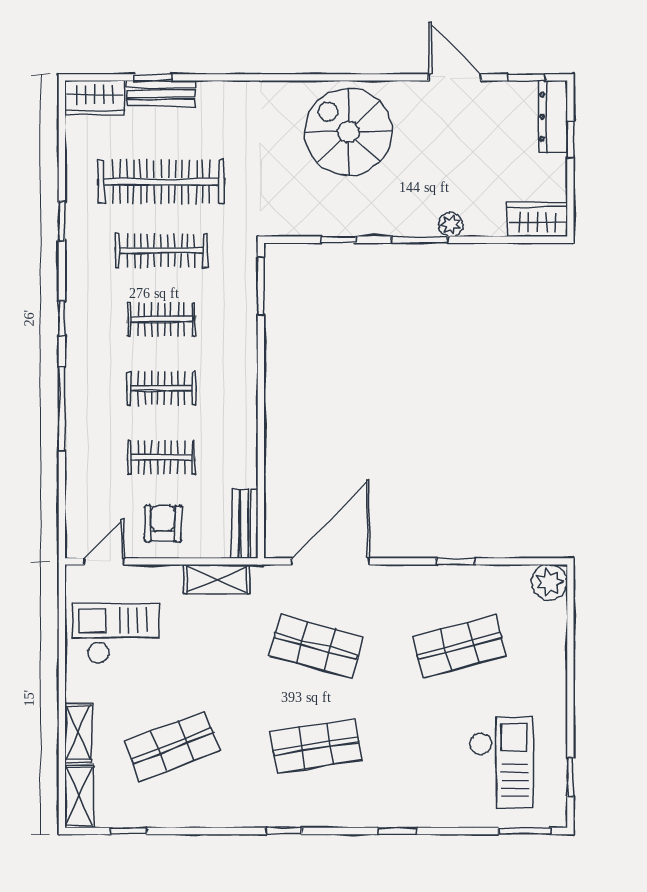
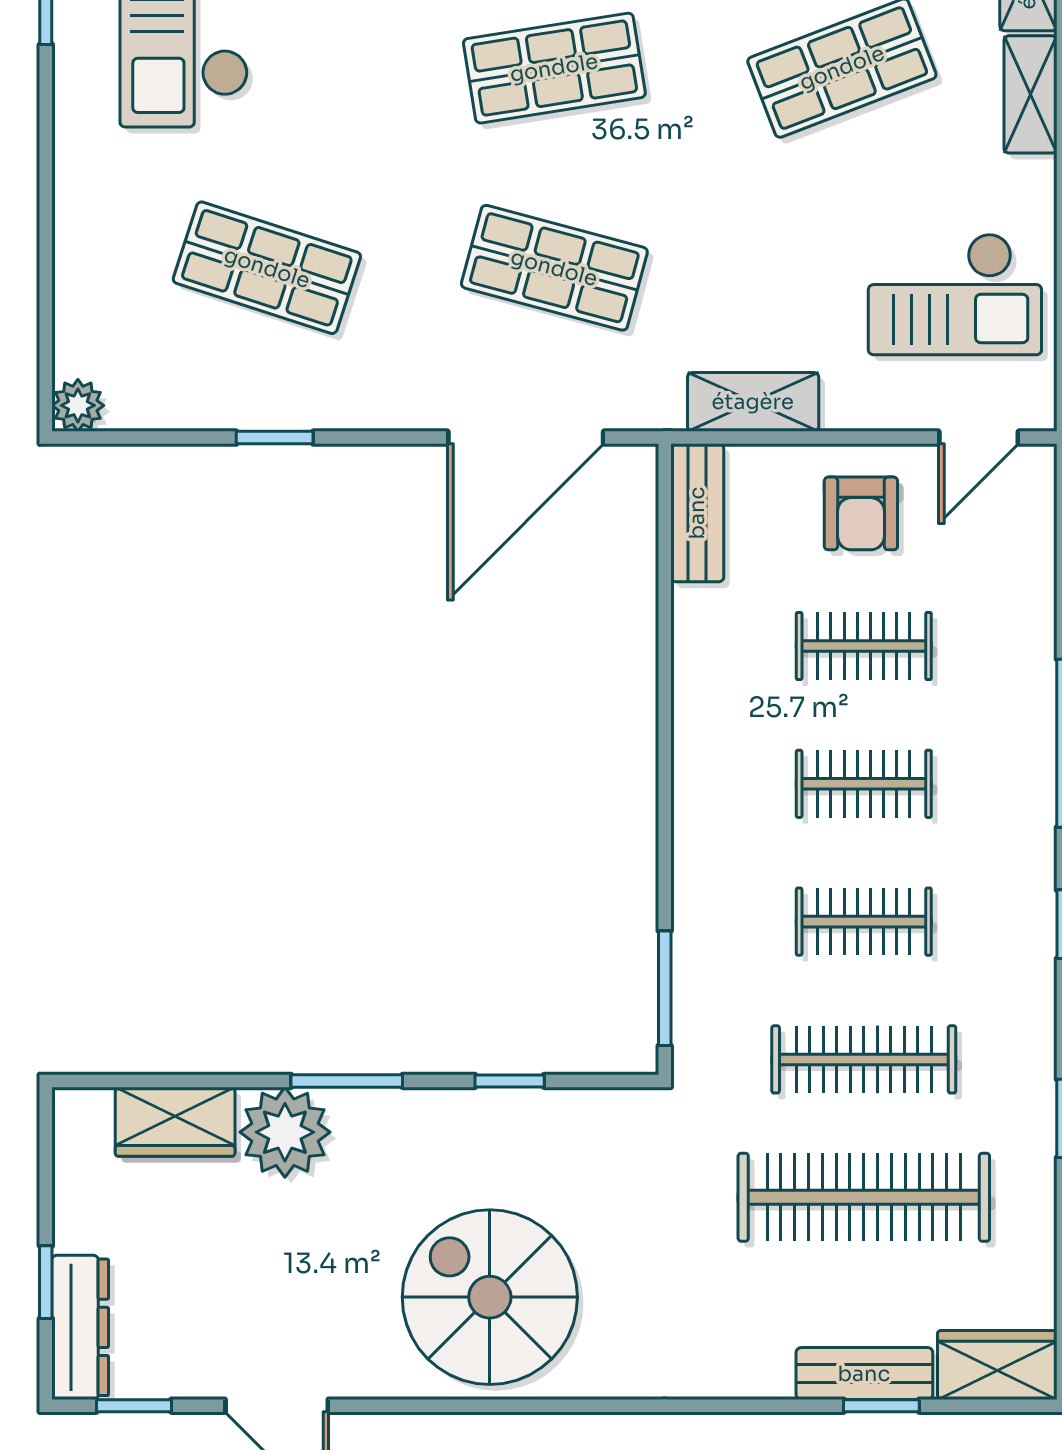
spiral stairs: (348, 132) -> (490, 1297), turned 180
wardrobe: (537, 219) -> (175, 1122), moved
plant: (451, 225) -> (285, 1132), width x1.88, depth x1.88
plant: (549, 582) -> (78, 405), width x0.73, depth x0.73
shop shelf: (460, 646) -> (267, 268), turned 33

